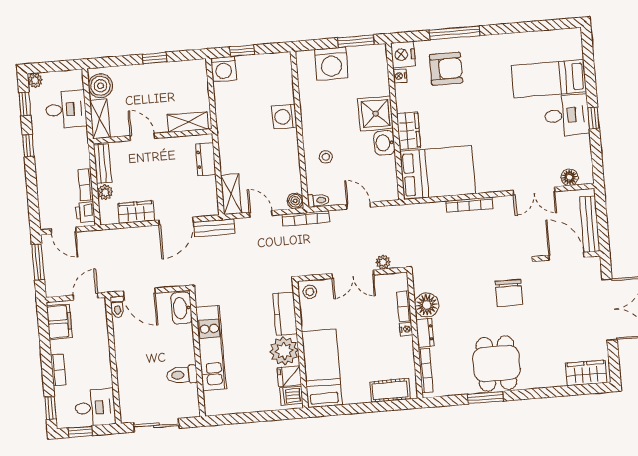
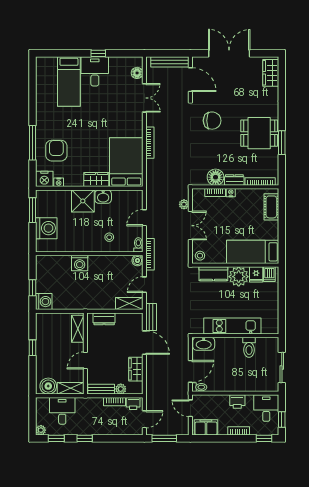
door: (566, 256) -> (190, 80), swing flipped
printer: (101, 364) -> (237, 402), added

